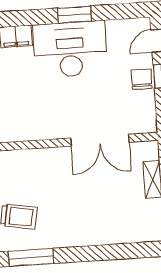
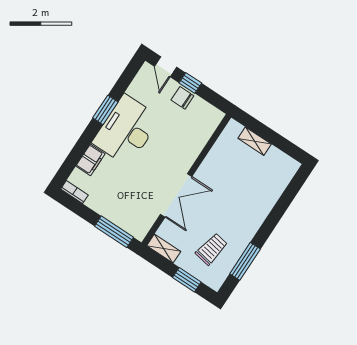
double door: (100, 140) -> (176, 195), moved

